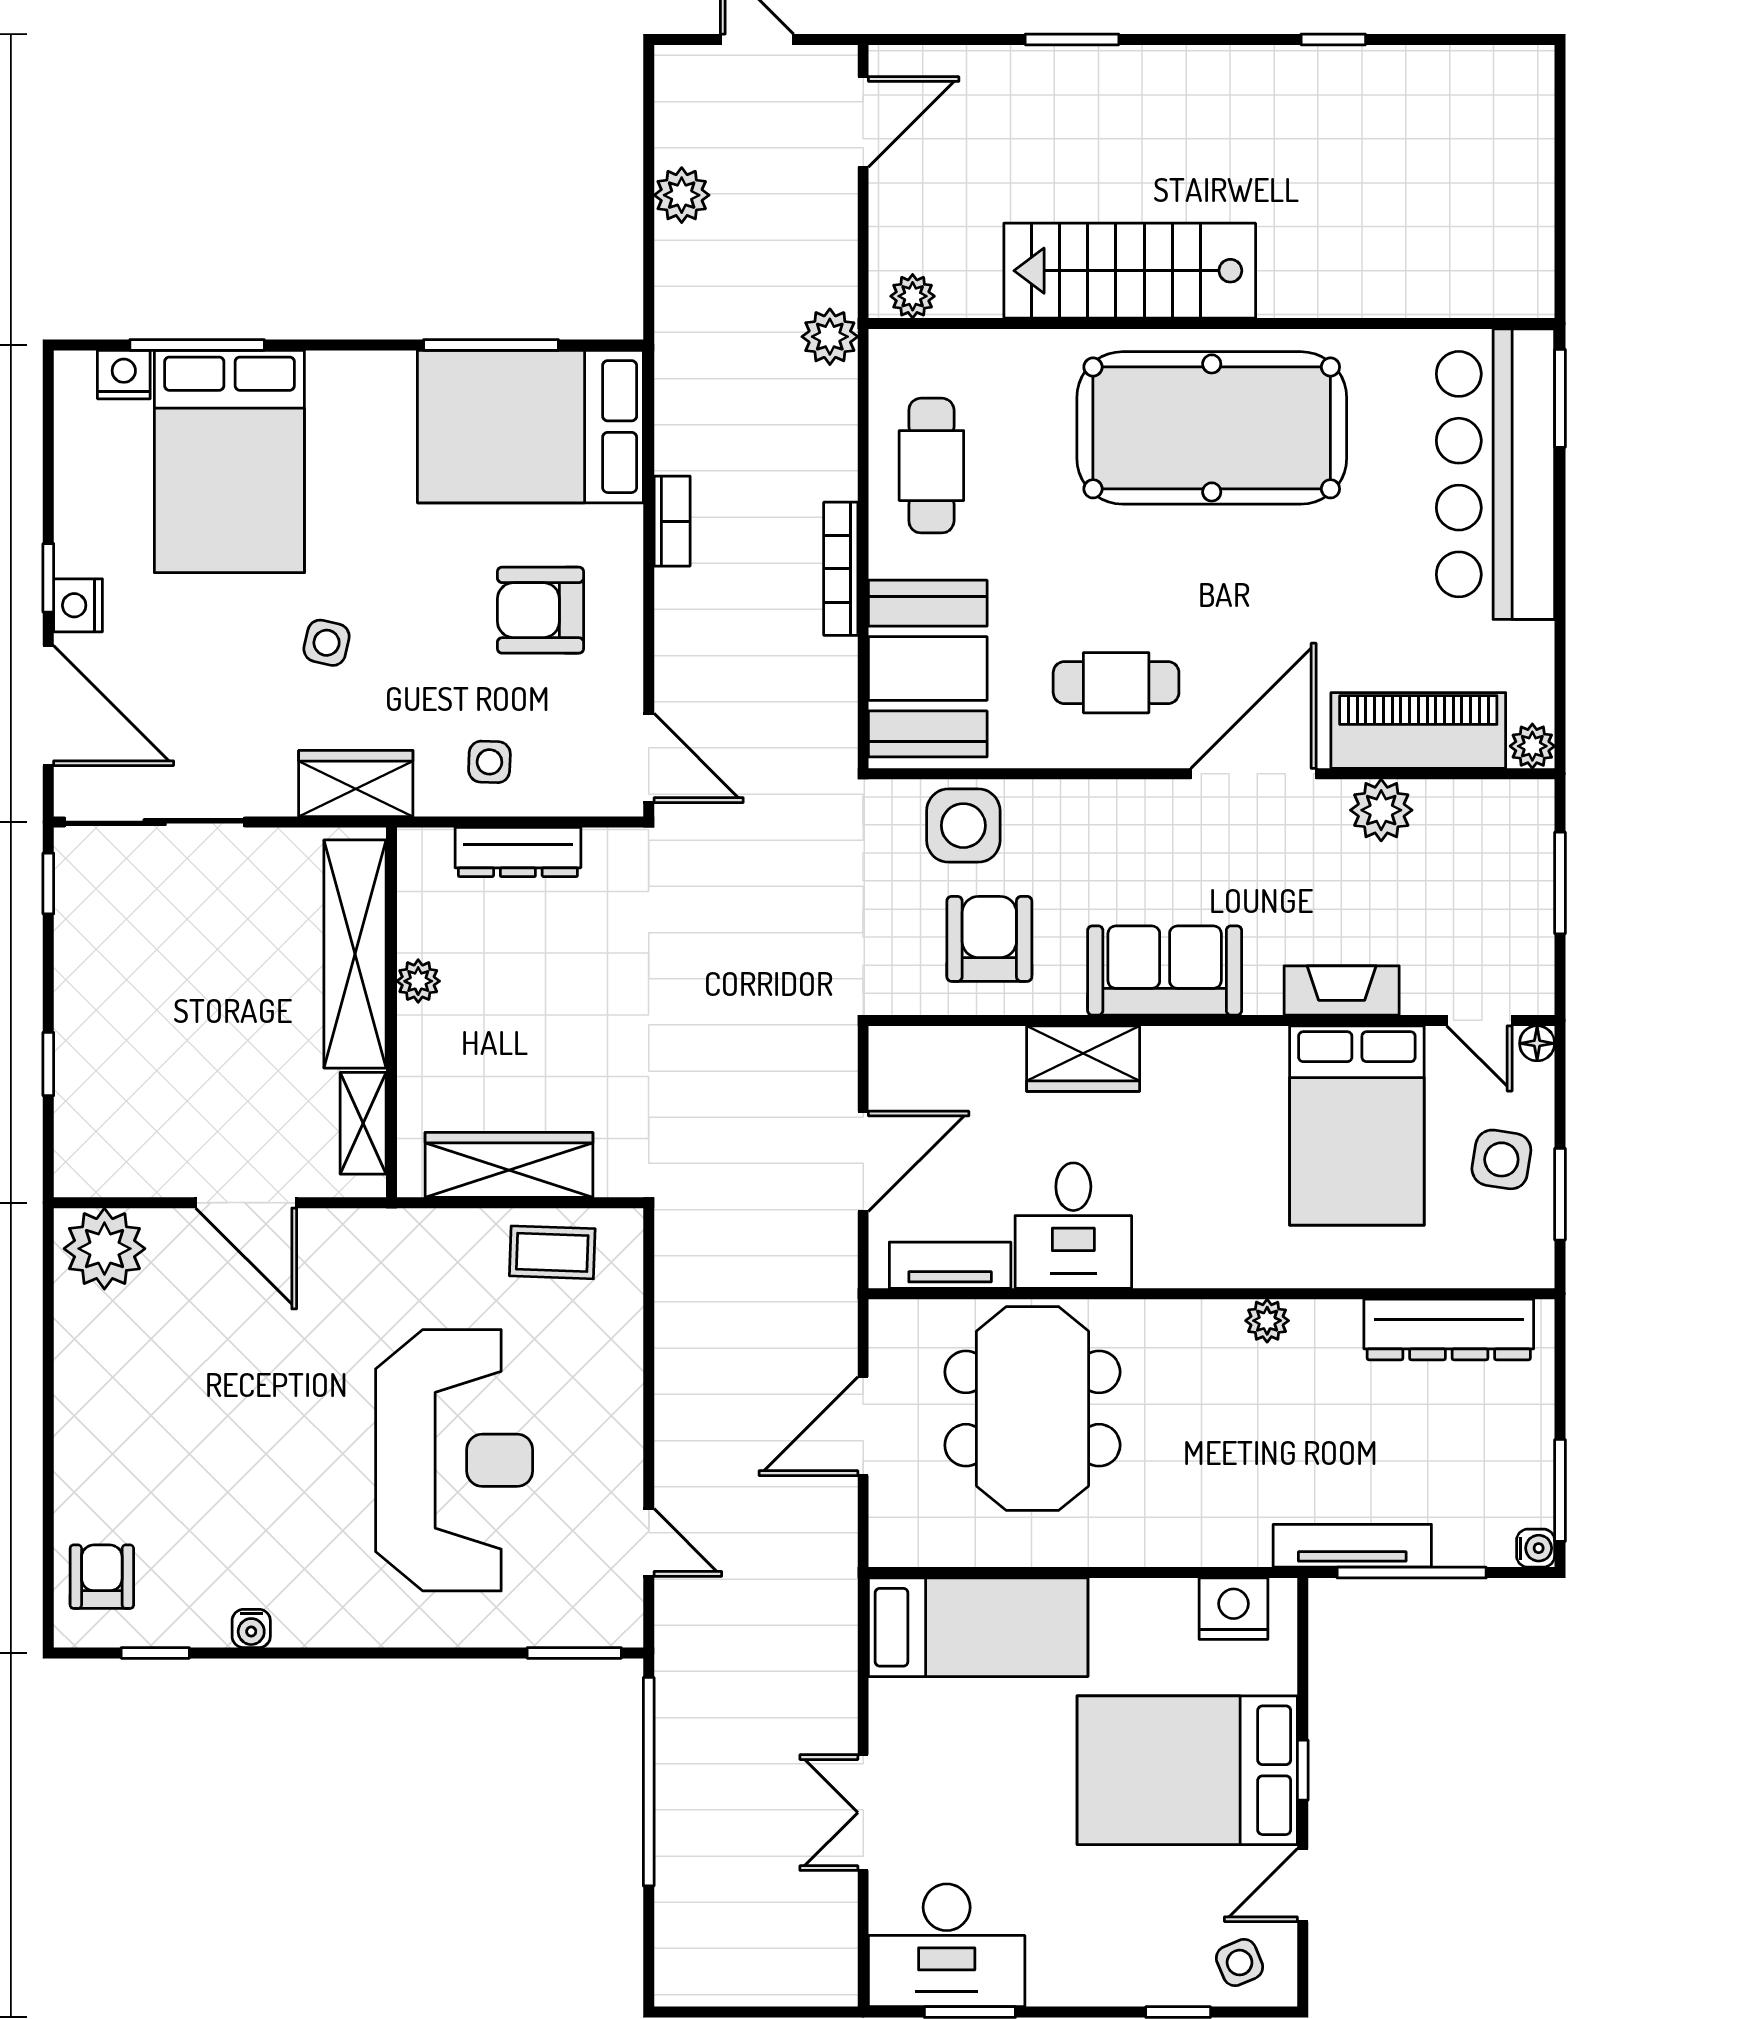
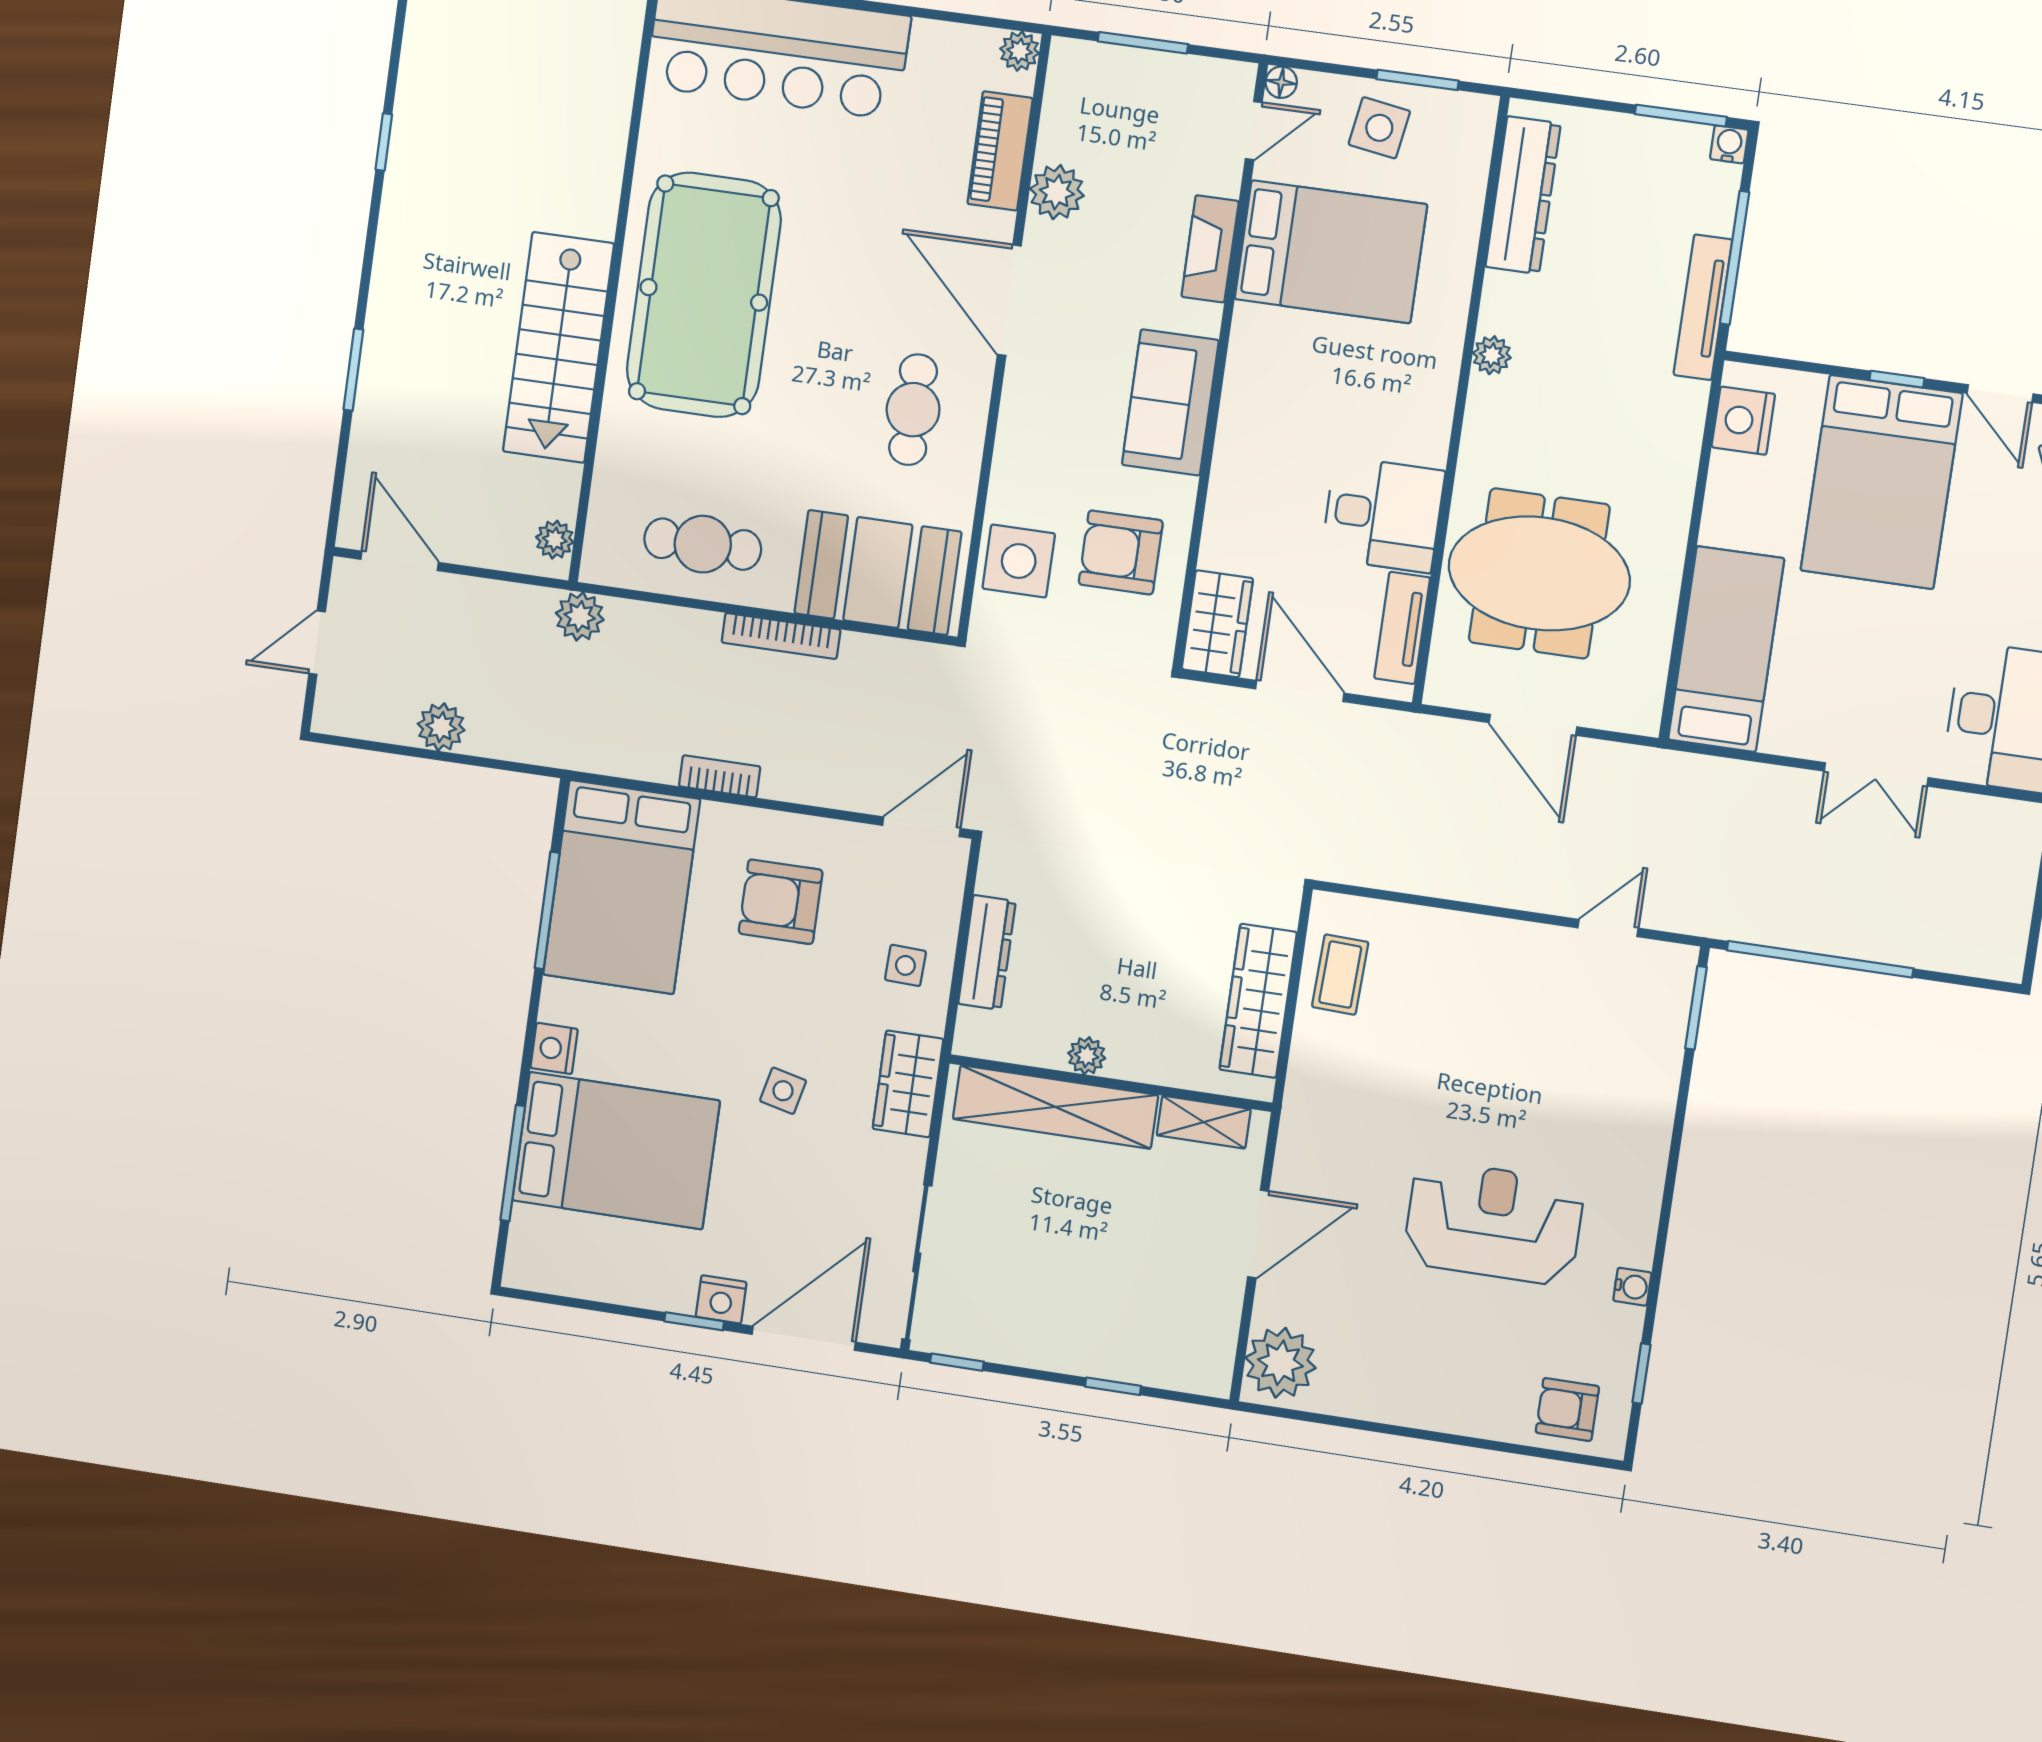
nightstand: (124, 375) -> (554, 1048), moved
armchair: (540, 610) -> (781, 902), turned 90
piano: (1418, 730) -> (1000, 151), width x0.73, depth x0.75
wardrobe: (1083, 1059) -> (1217, 624), moved
reception desk: (454, 1460) -> (1494, 1223), moved, width x0.74, depth x0.77

